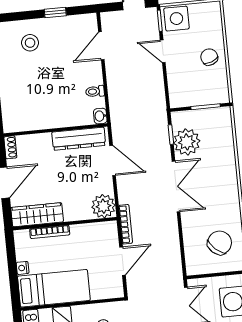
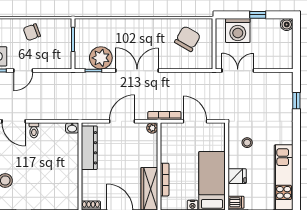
toilet: (95, 91) -> (34, 130), moved
door: (113, 160) -> (122, 121), moved
plant: (103, 206) -> (152, 128), width x0.53, depth x0.53
chair: (220, 243) -> (188, 39), turned 78

